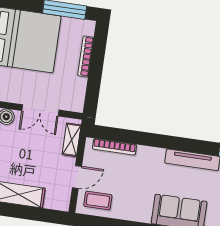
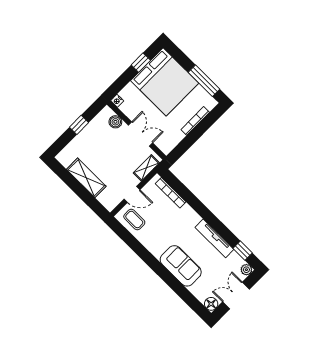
double door: (40, 110) -> (140, 134), swing flipped

